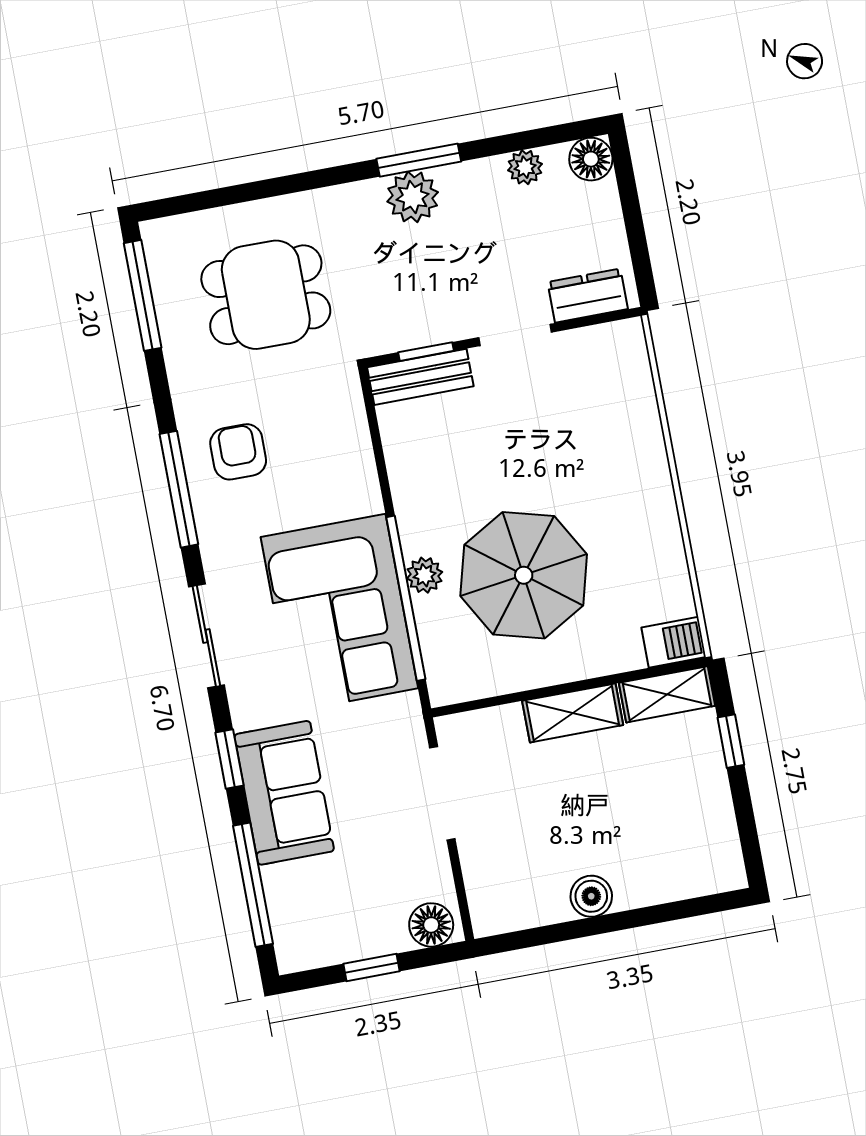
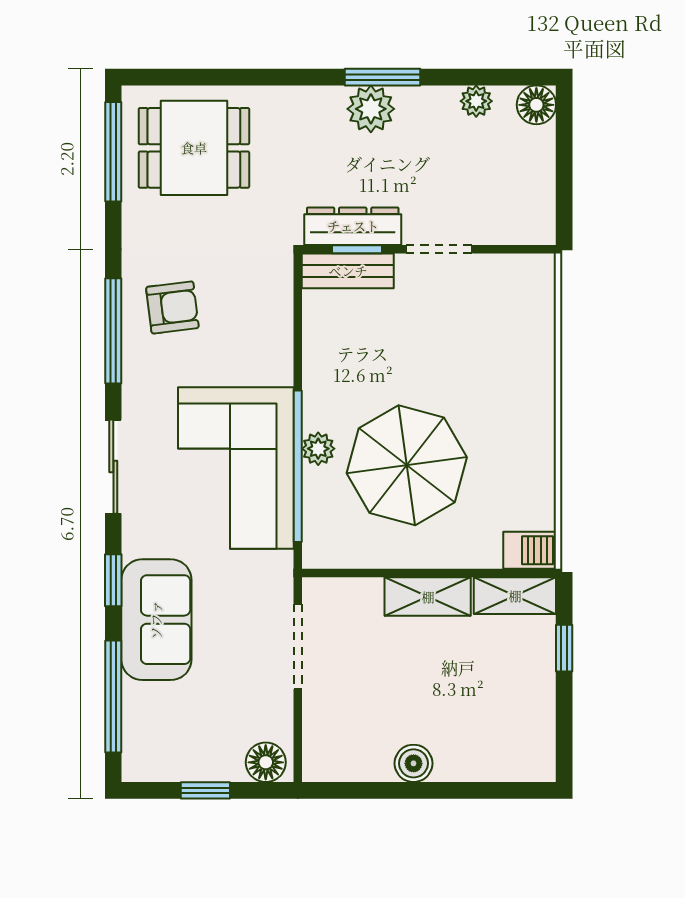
dining table: (266, 295) -> (194, 148), moved
dresser: (588, 296) -> (353, 226), moved, width x1.44
armchair: (238, 452) -> (172, 307), turned 83

